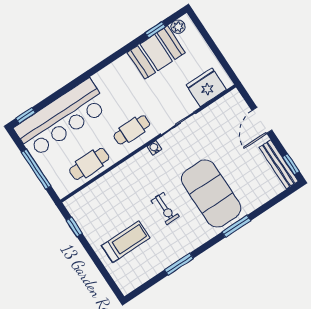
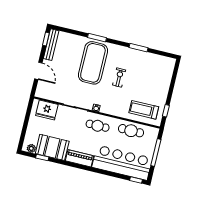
piano: (113, 73) -> (79, 158), added
door: (262, 120) -> (38, 71), hinge flipped
treadmill: (126, 242) -> (144, 110), moved

